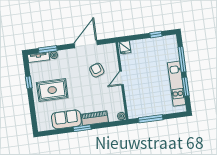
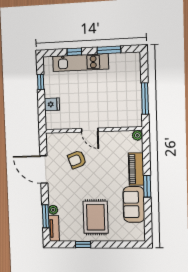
fridge: (125, 47) -> (52, 104), moved
window: (182, 59) -> (74, 52), width x0.46
kitchen unit: (176, 84) -> (81, 63), moved

